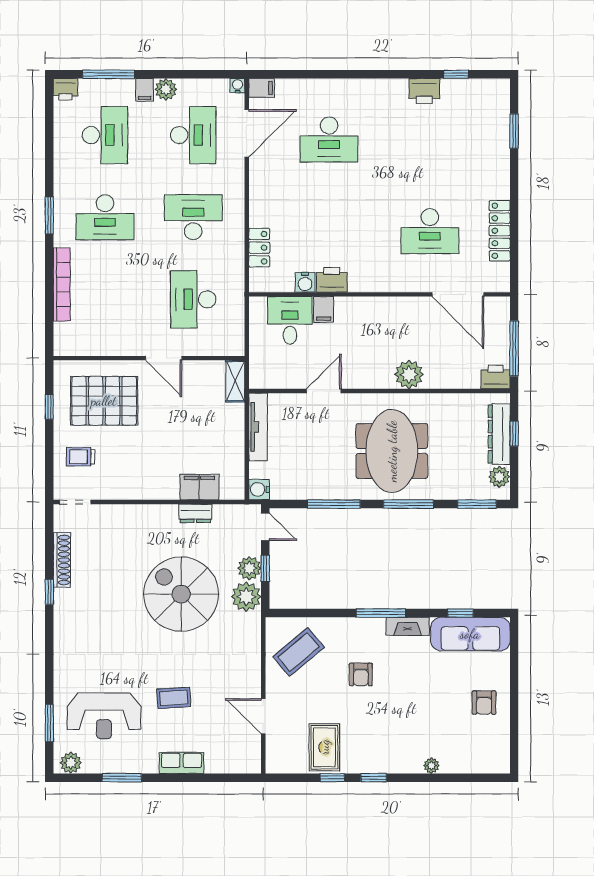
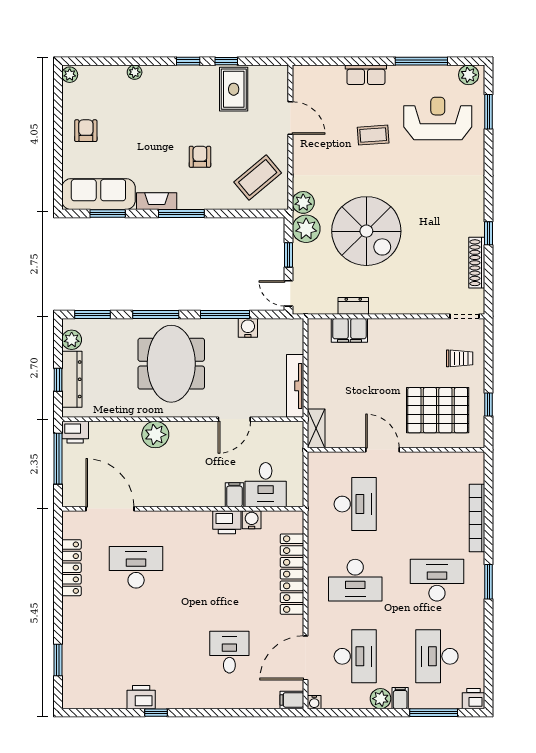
window: (456, 74) -> (156, 713), moved
desk: (193, 135) -> (355, 656), turned 180
desk: (329, 139) -> (229, 652), width x0.73
locker: (259, 248) -> (292, 574), width x2.16, depth x1.21
water cooler: (259, 489) -> (248, 328), moved, turned -90
plant: (249, 568) -> (303, 202), moved
window: (461, 613) -> (108, 214), width x1.50
plant: (501, 763) -> (70, 75), added
window: (122, 778) -> (421, 61), width x1.44

